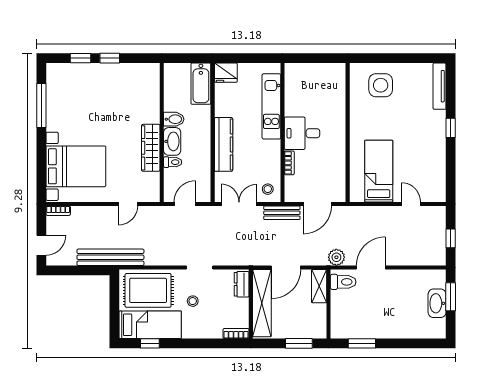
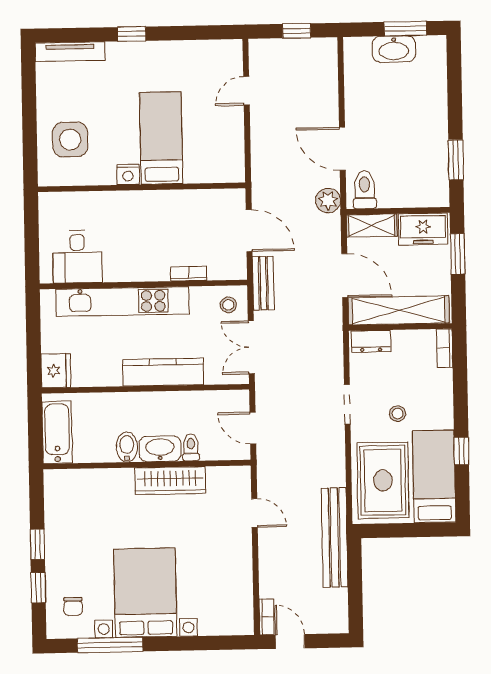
chair: (68, 81) -> (73, 606), added
bathtub: (201, 84) -> (57, 432), moved, turned -90
kitchen unit: (271, 106) -> (123, 301), width x1.36
nightstand: (356, 124) -> (128, 174), added
desk: (302, 133) -> (77, 257), moved
bed with nightstands: (76, 166) -> (145, 593), moved
bed: (379, 171) -> (161, 138), moved, turned 90
door: (41, 245) -> (290, 641), moved
window: (451, 297) -> (405, 29), moved
freezer: (316, 320) -> (423, 229), added
window: (150, 343) -> (461, 451), moved

